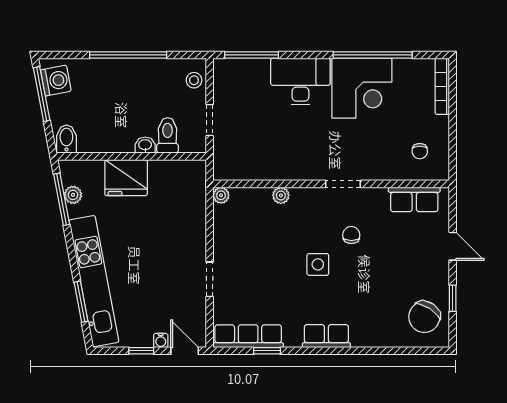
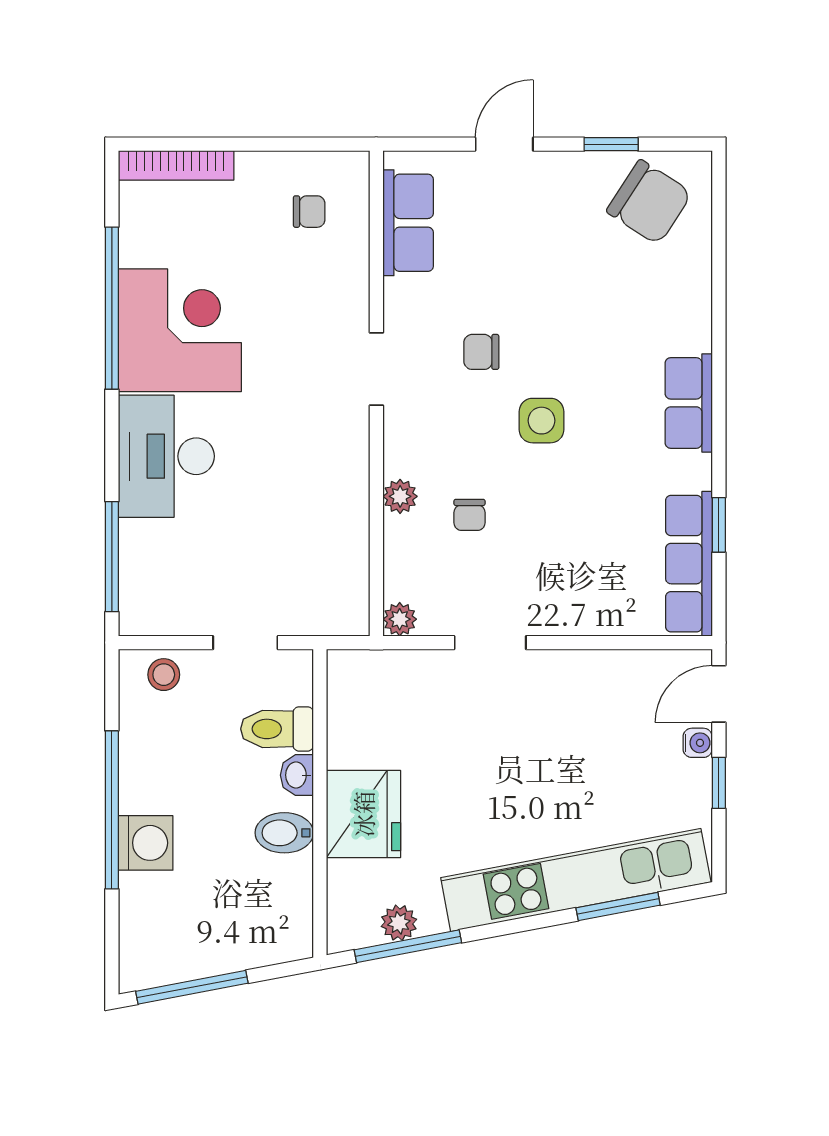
washing machine: (56, 81) -> (146, 843), moved, turned 101
bidet: (66, 139) -> (284, 833), moved
chair: (272, 229) -> (469, 515), added
doorway: (210, 279) -> (490, 643), moved

